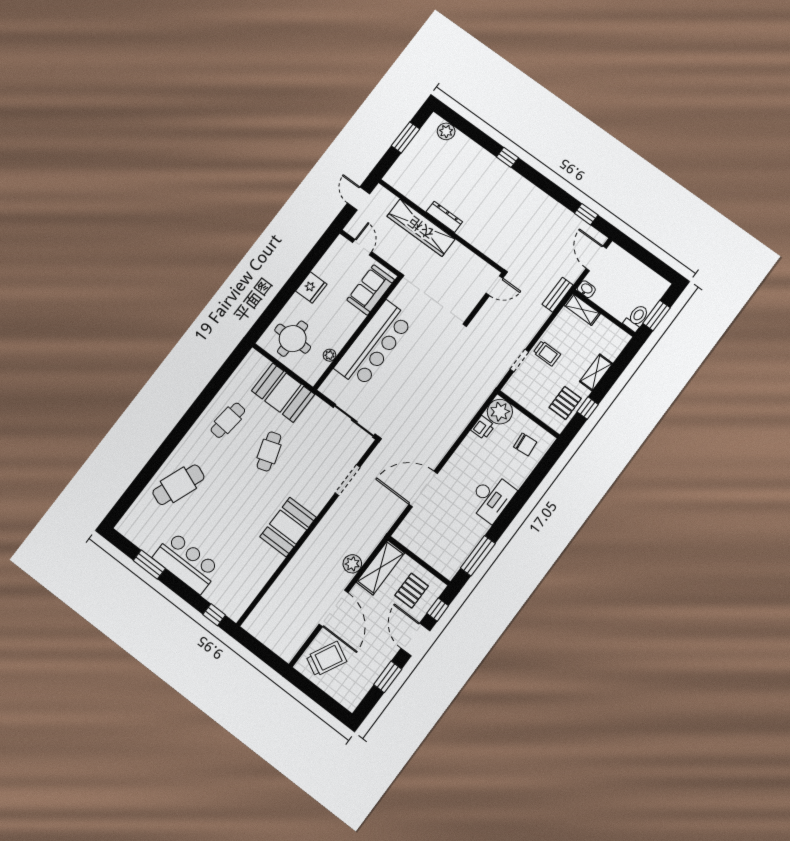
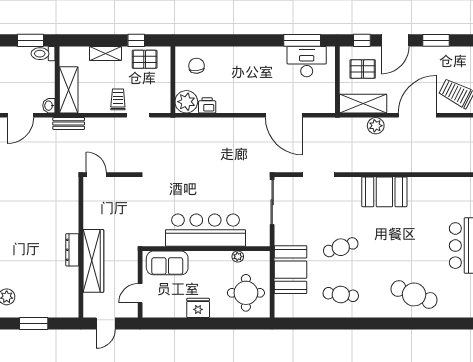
shelving: (582, 309) -> (69, 90), width x1.50, depth x1.33
desk: (491, 498) -> (307, 62), moved

